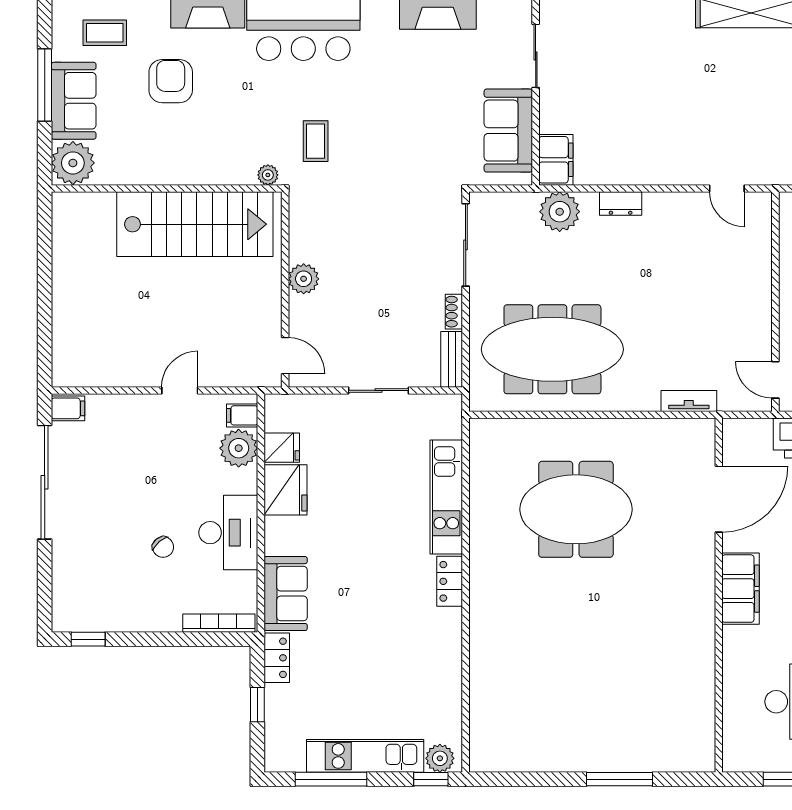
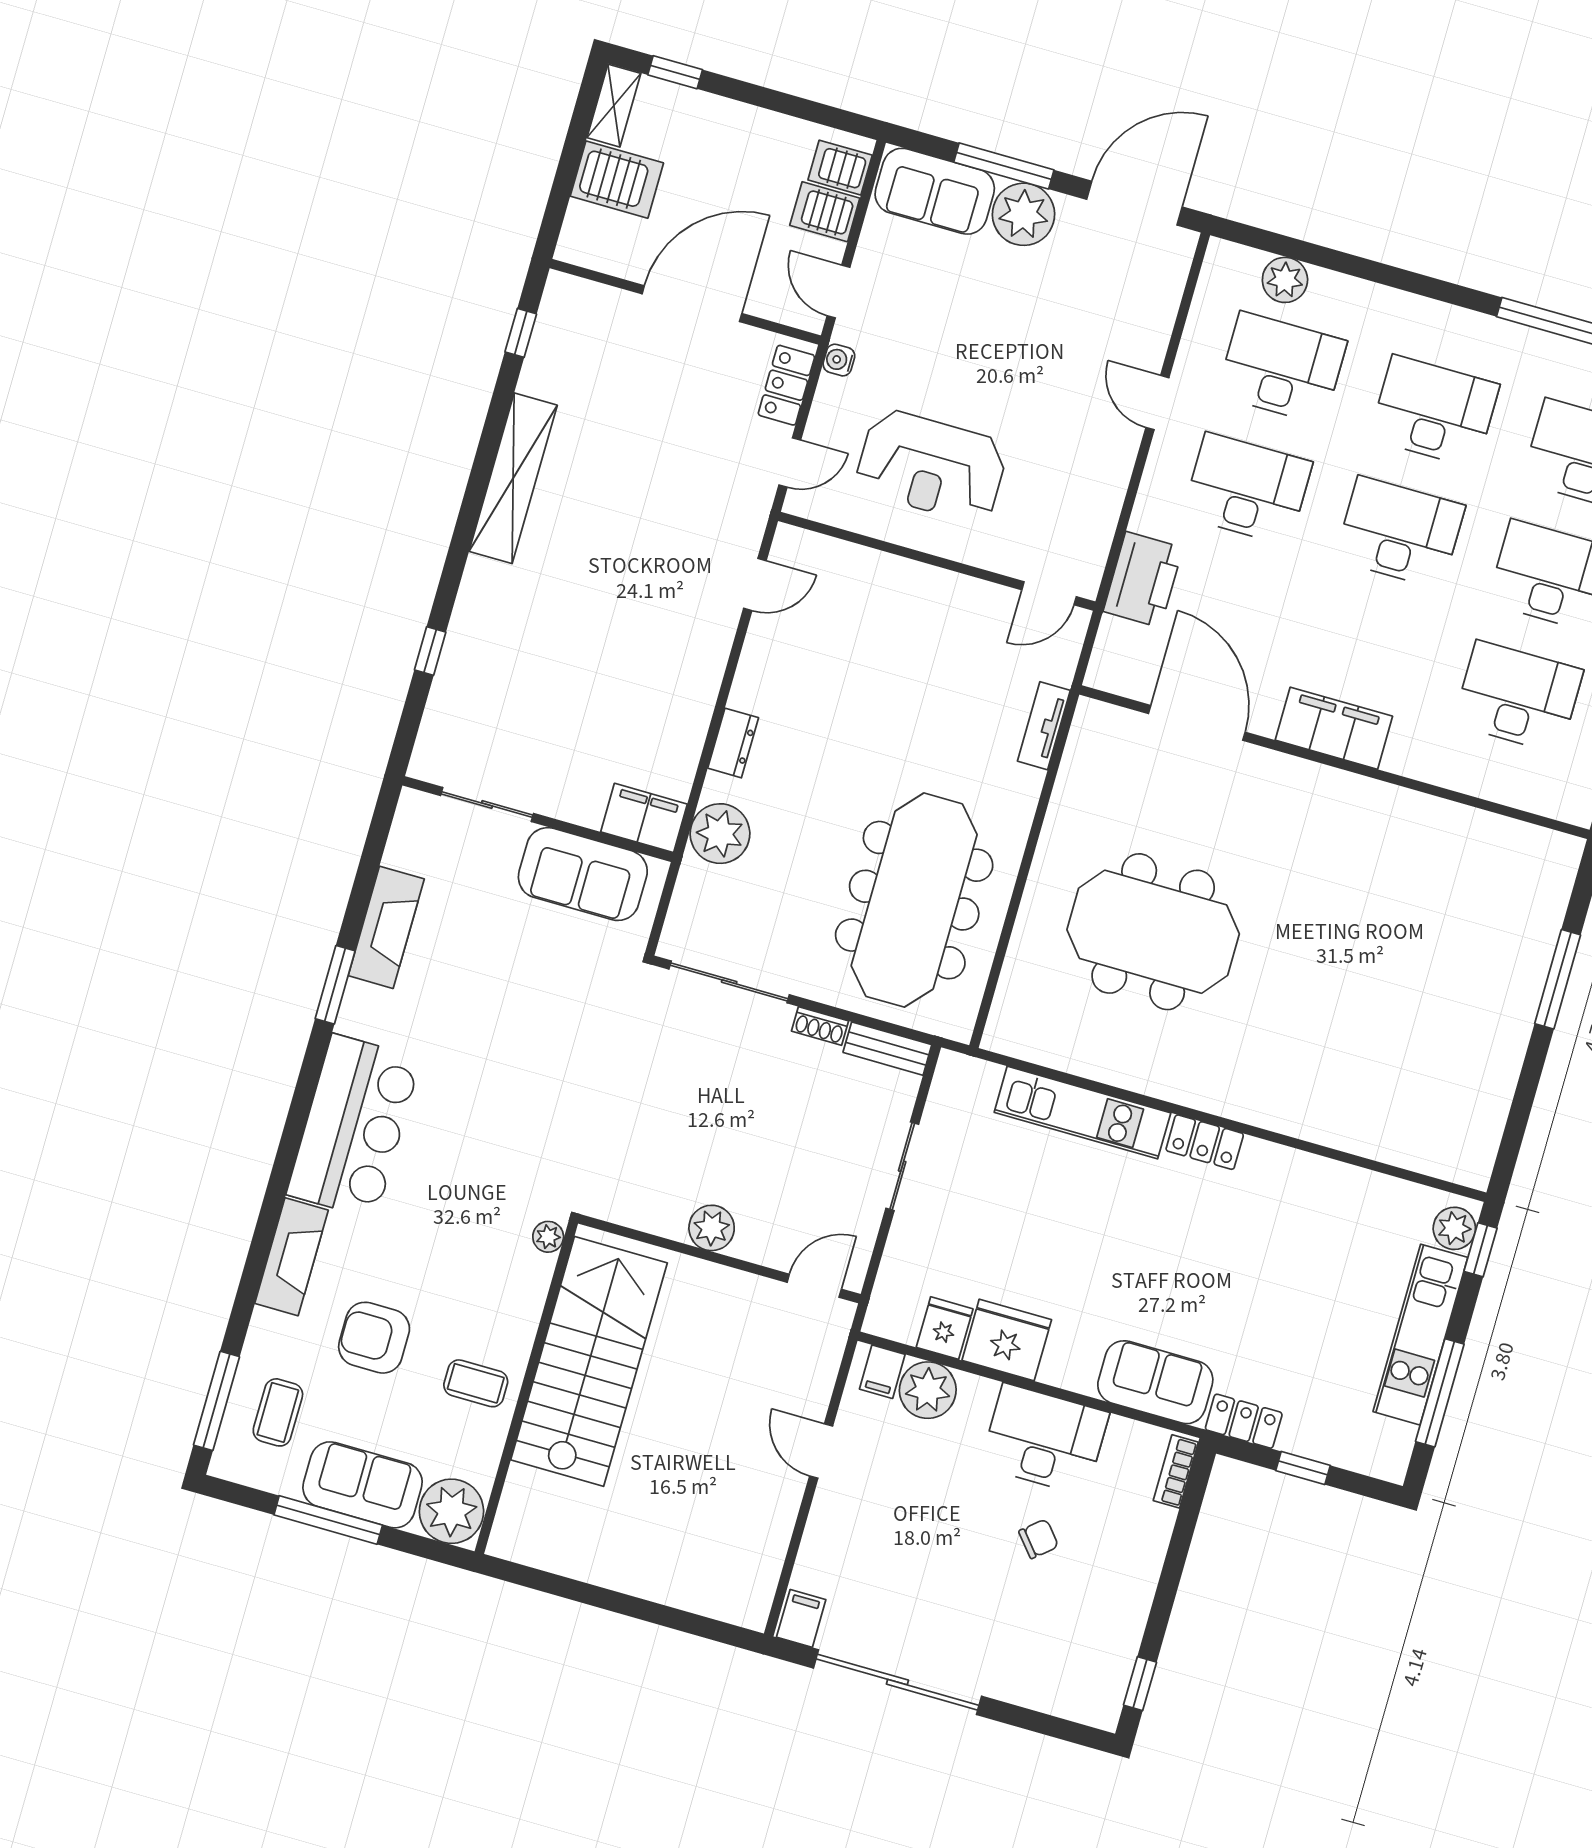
coffee table: (316, 141) -> (476, 1383), moved
meeting table: (576, 509) -> (1153, 932), turned 90
bookcase: (219, 623) -> (1176, 1471), width x0.64

